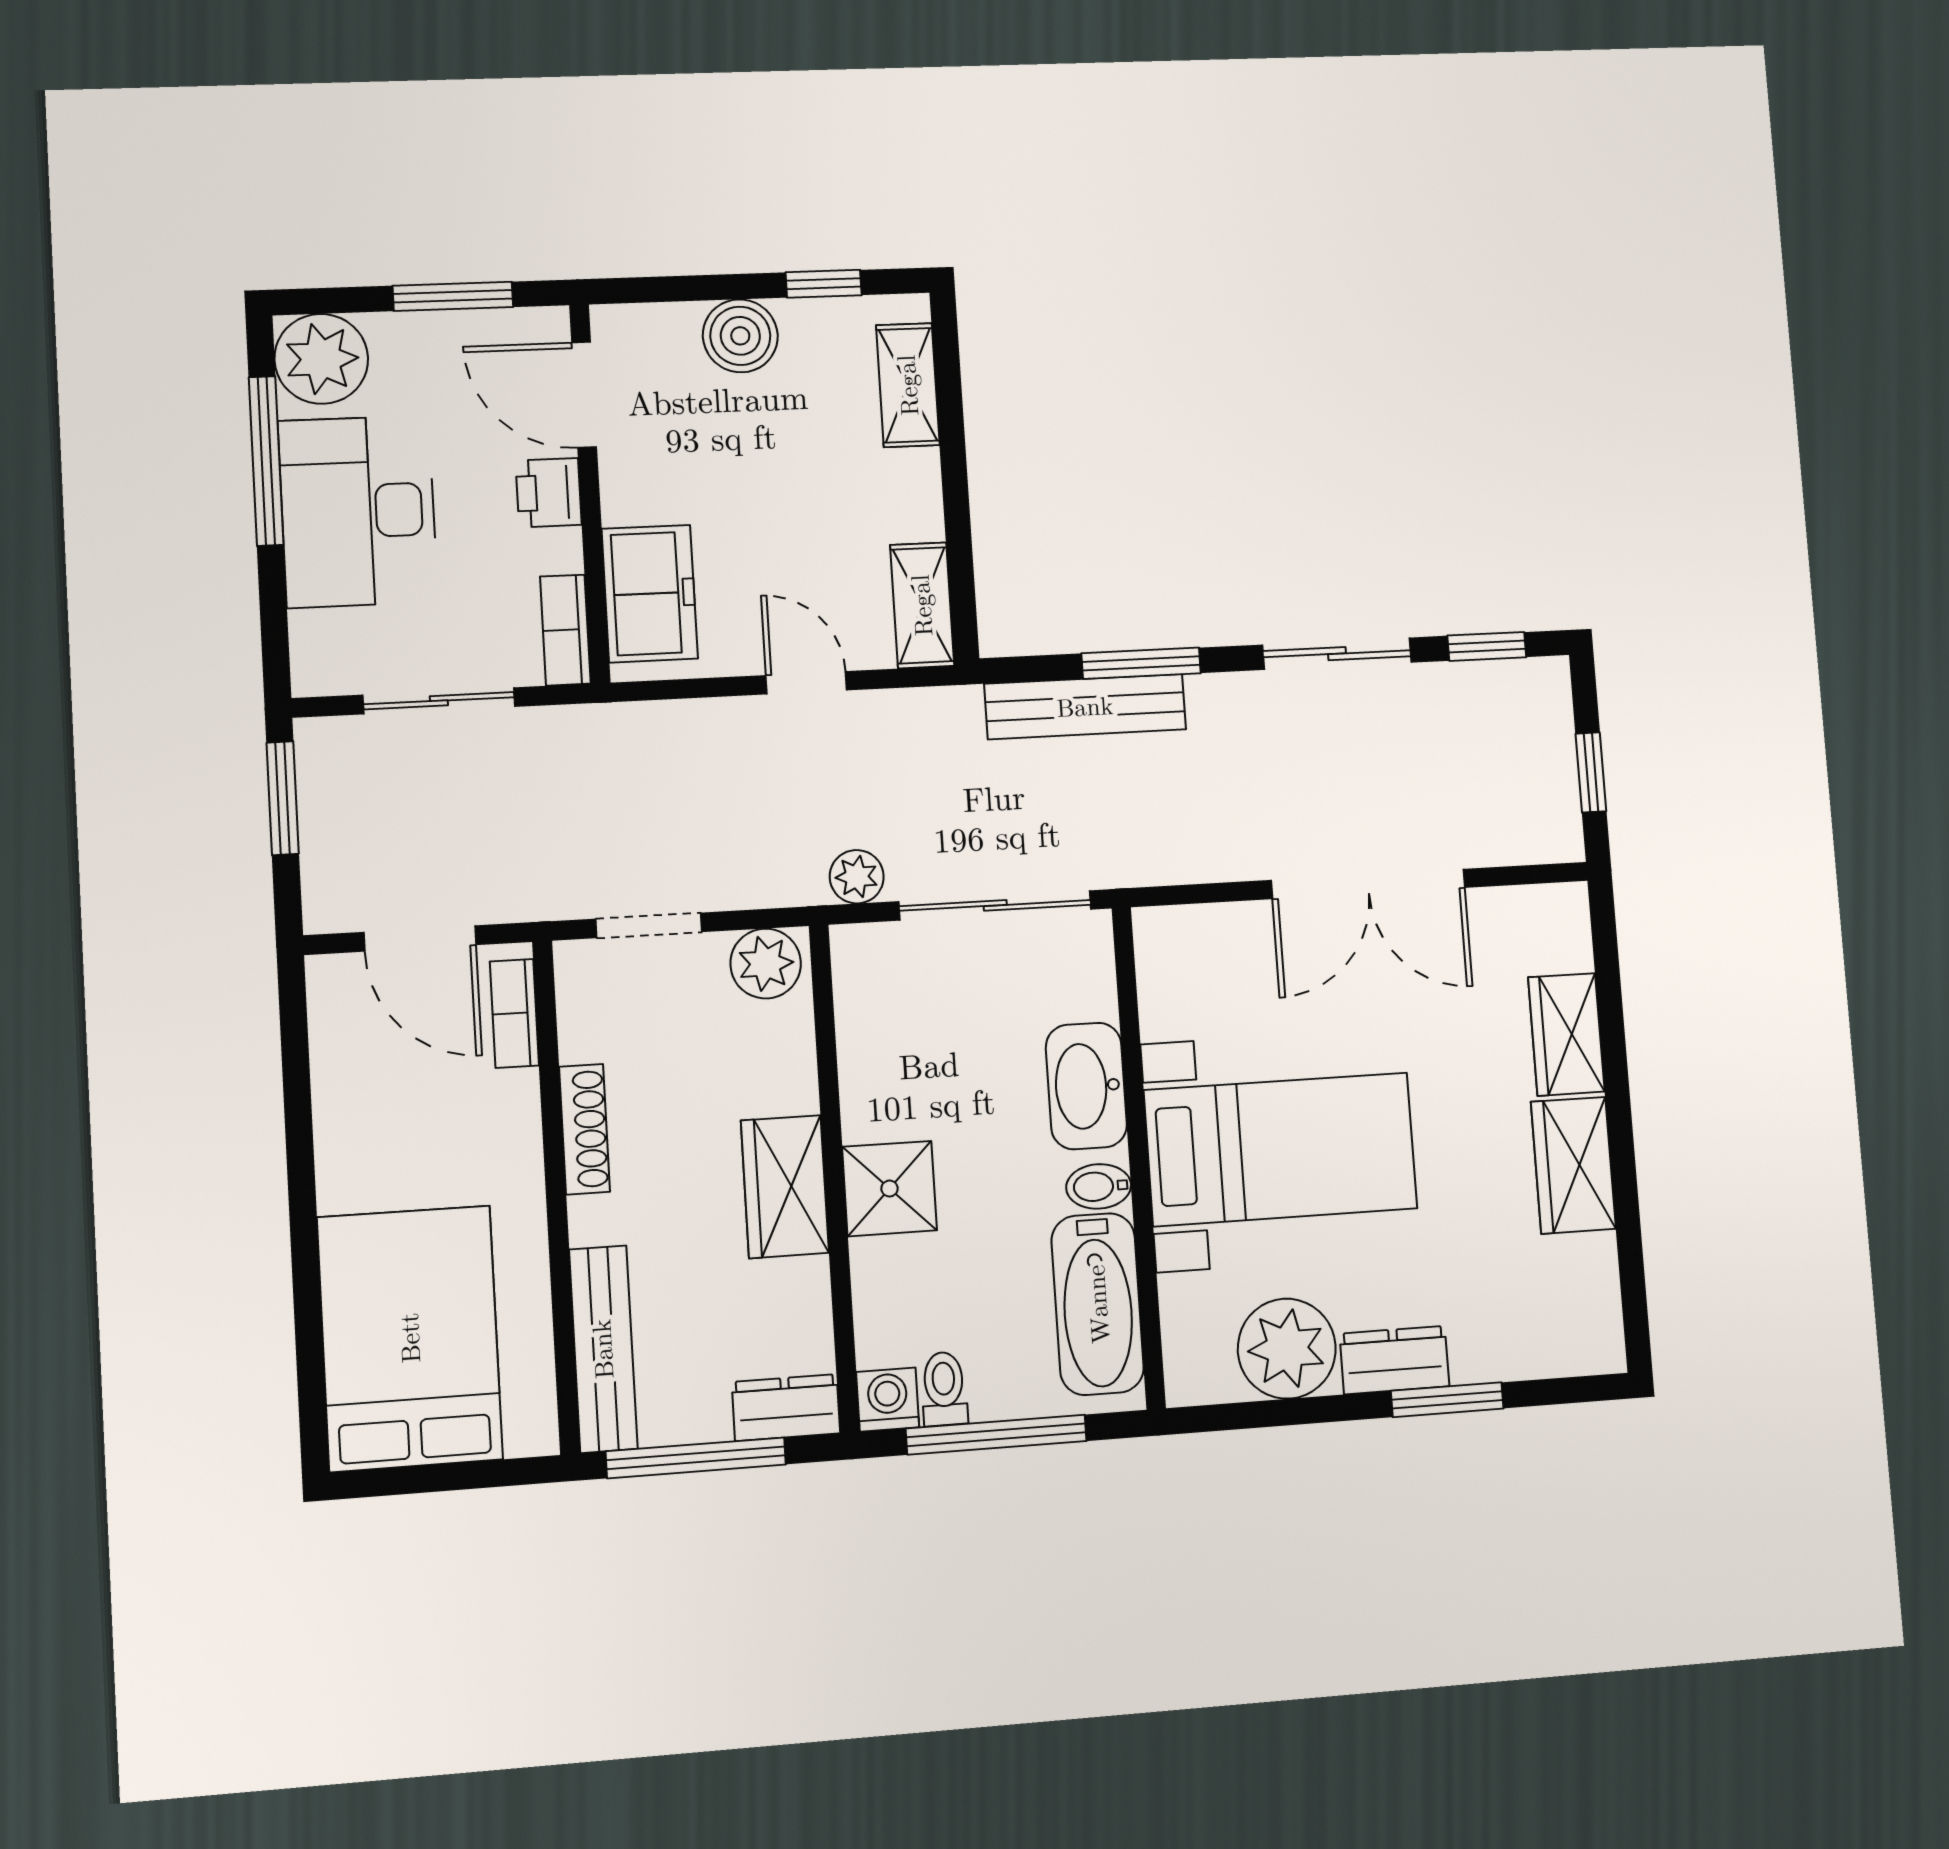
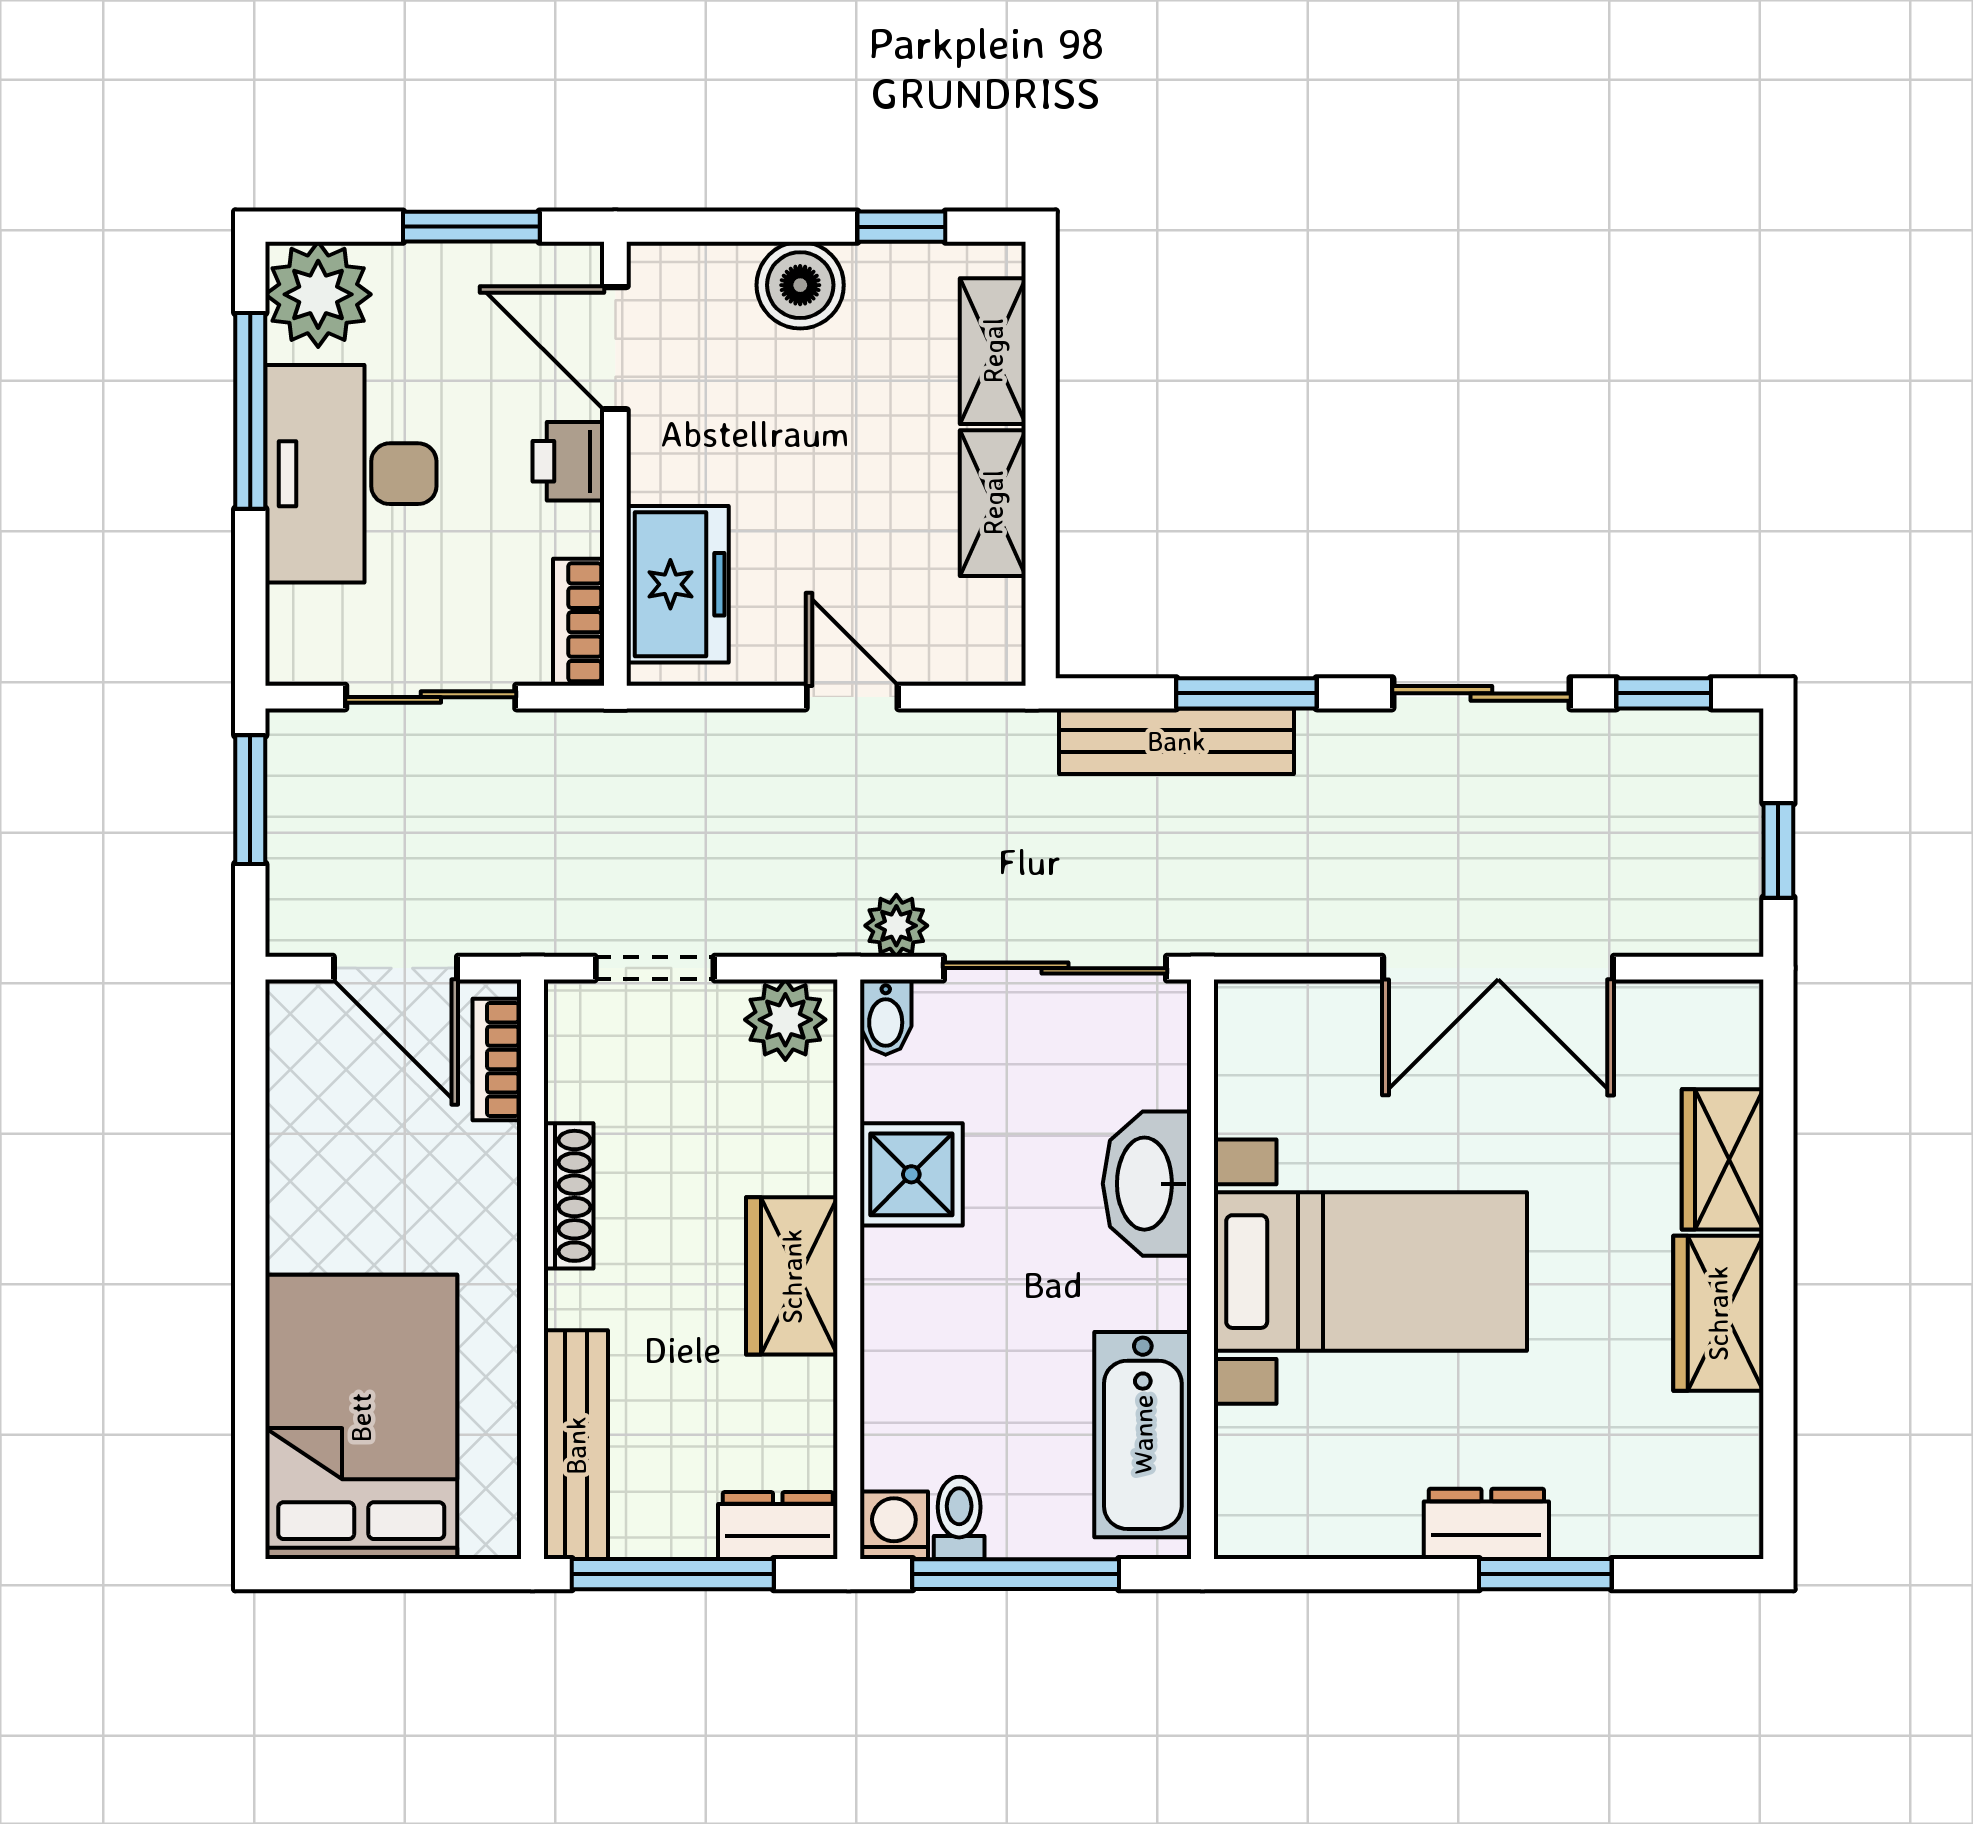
shelving: (922, 605) -> (993, 503), moved
bidet: (1099, 1186) -> (886, 1017), moved, turned -90
shower: (890, 1189) -> (911, 1174), moved
plant: (1287, 1349) -> (1360, 1501), removed

